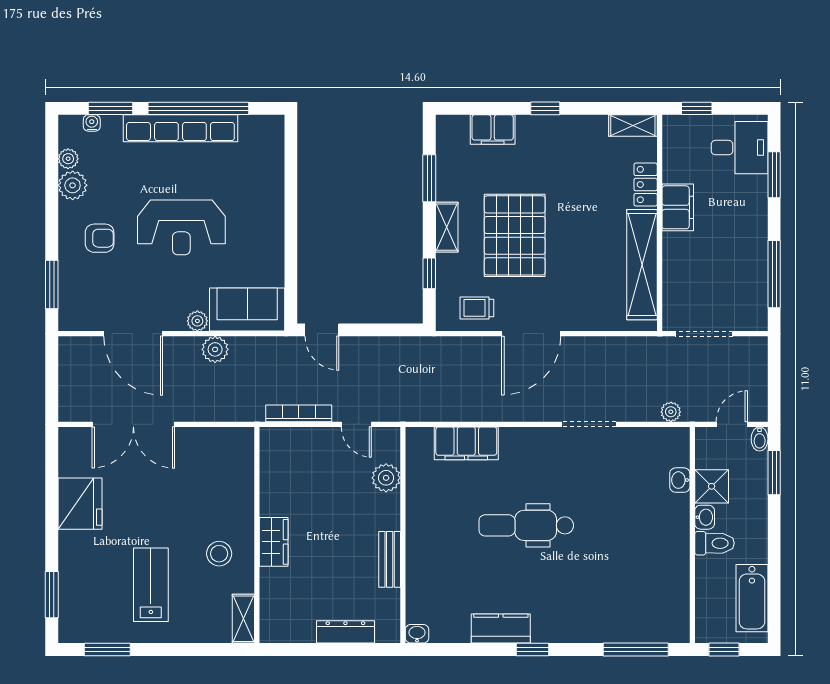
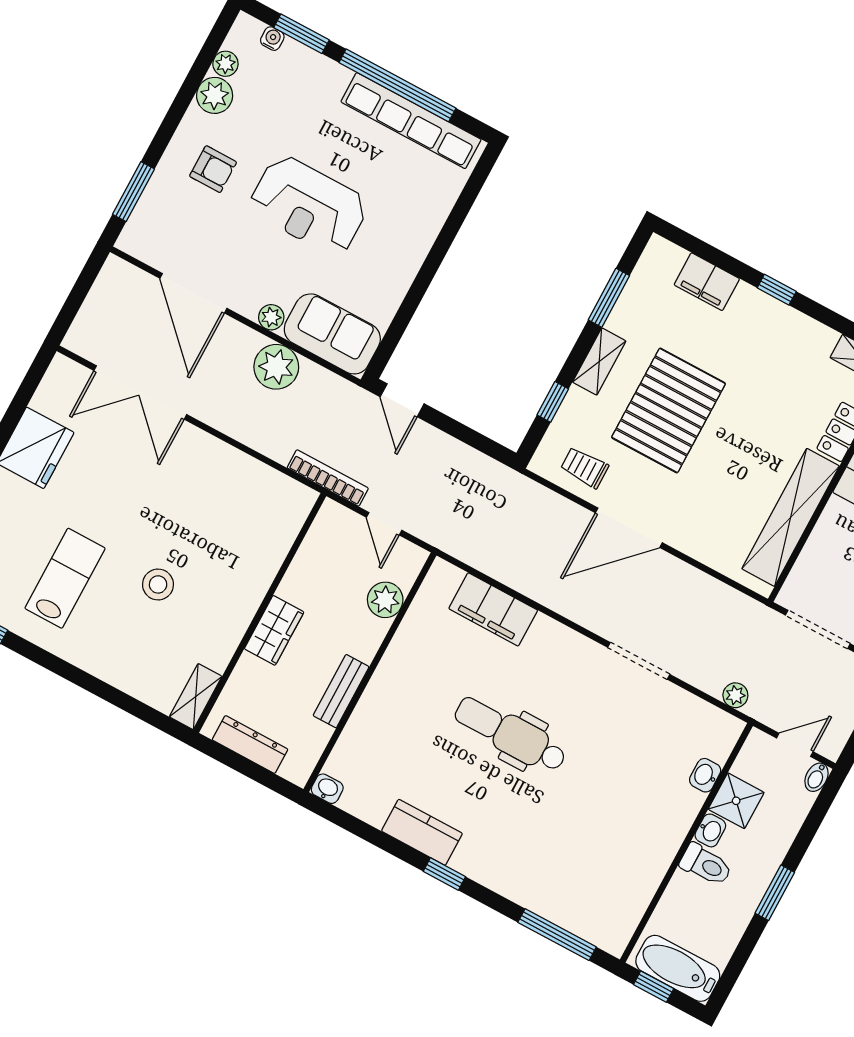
row of seats: (180, 128) -> (411, 121), moved
plant: (215, 349) -> (276, 367), width x1.36, depth x1.36
window: (774, 473) -> (775, 893), moved
wall: (257, 535) -> (260, 613), moved
wardrobe: (274, 542) -> (274, 630), moved
bathtub: (752, 598) -> (678, 968), moved, turned 90
shelving: (243, 619) -> (196, 697), moved

